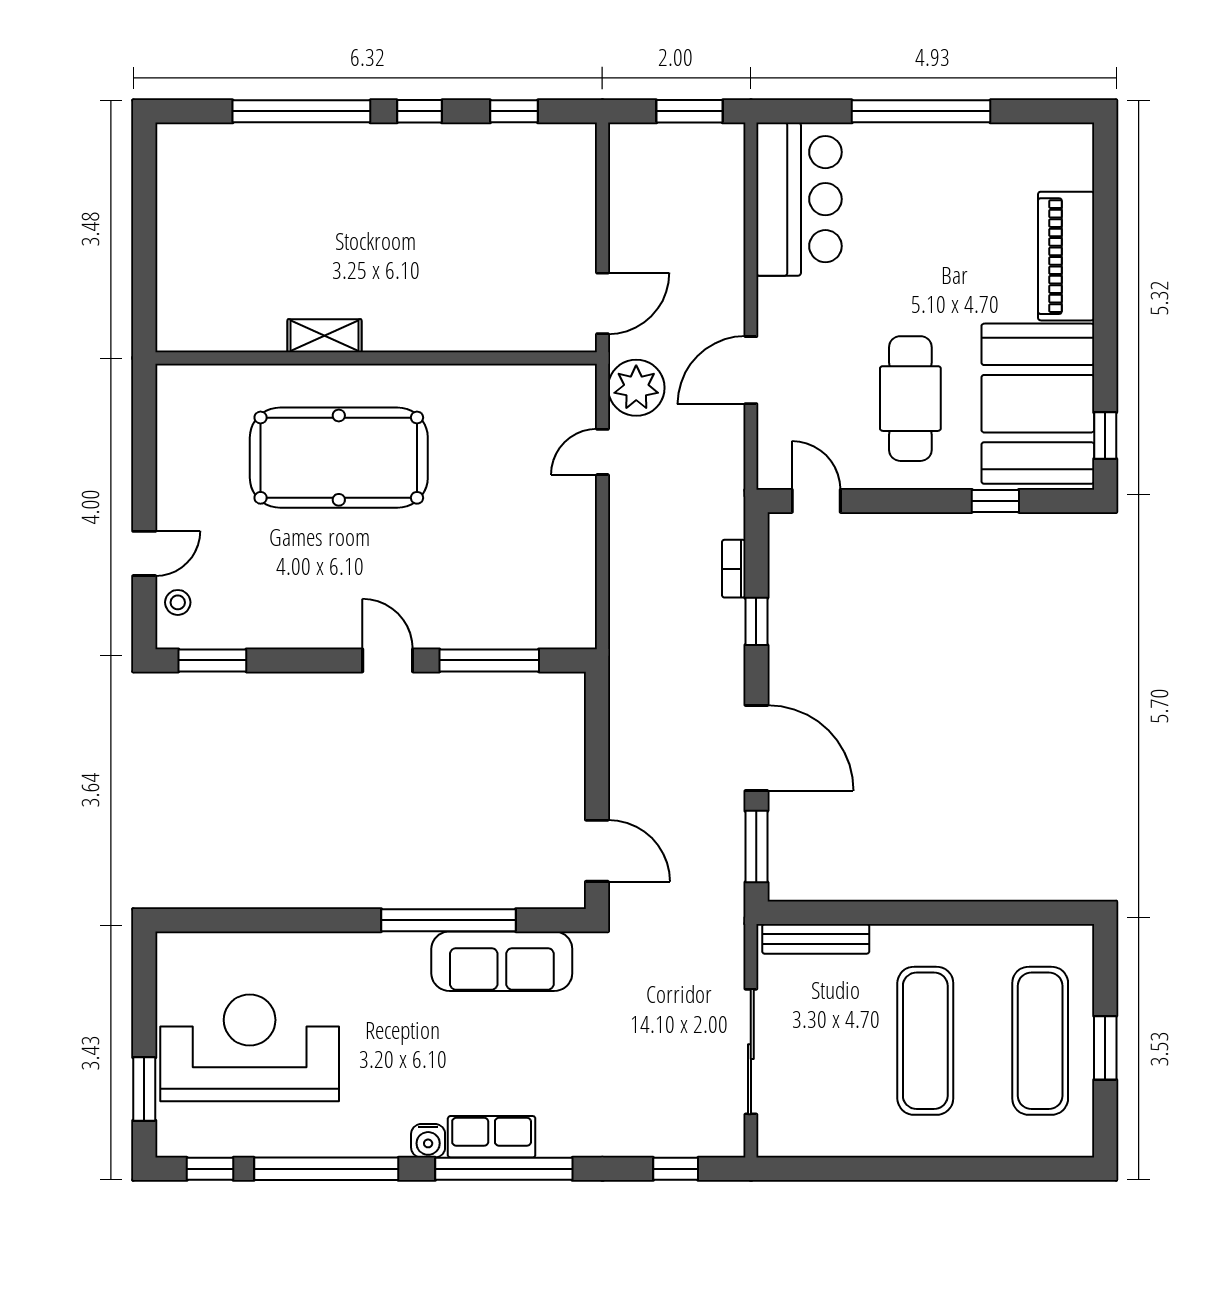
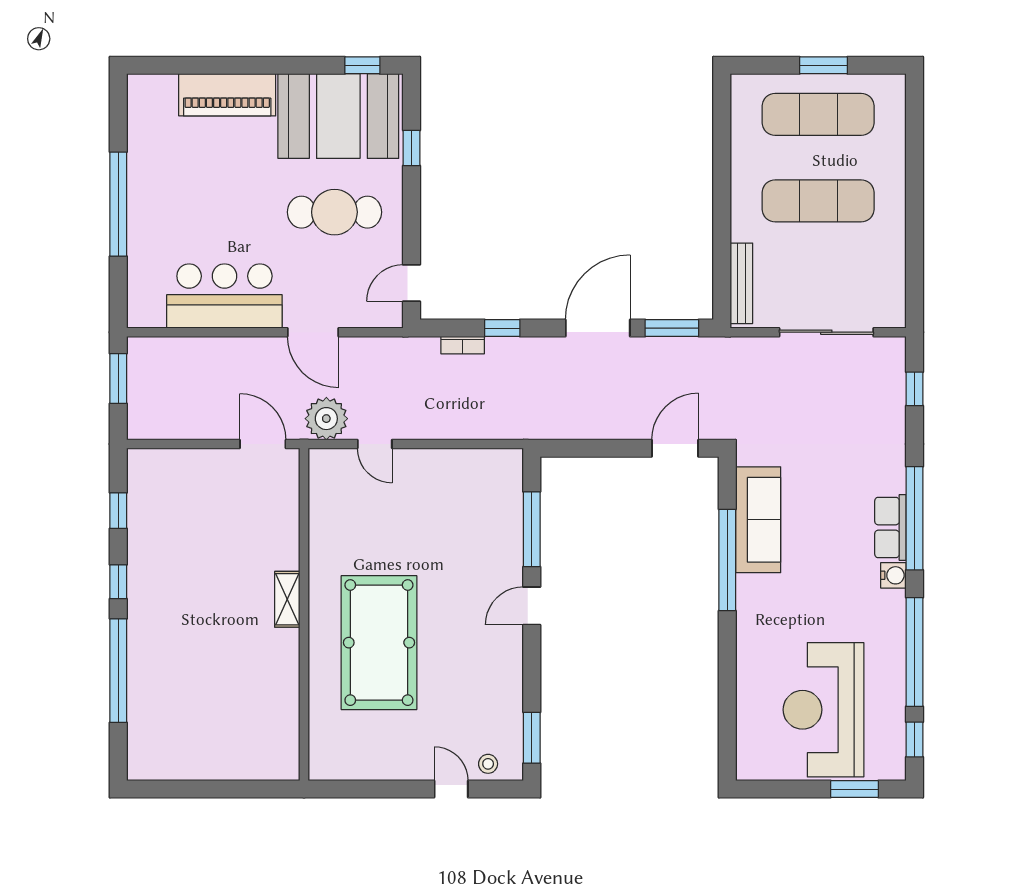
bar counter: (799, 199) -> (224, 296), moved
shelving: (325, 336) -> (287, 599), moved

